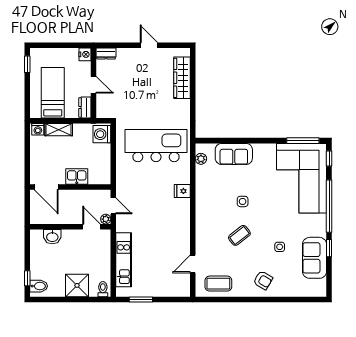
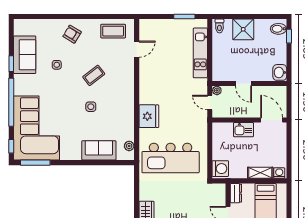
fridge: (182, 191) -> (149, 116), width x1.88, depth x1.34
door: (91, 227) -> (244, 83), moved
washbasin: (52, 237) -> (280, 72), moved, turned -90

